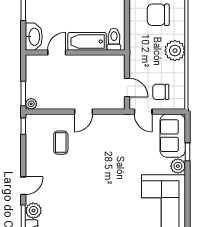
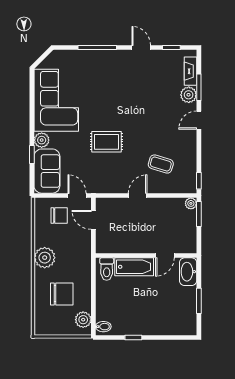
coffee table: (61, 143) -> (161, 164), turned -73
rug: (114, 164) -> (107, 142), added

